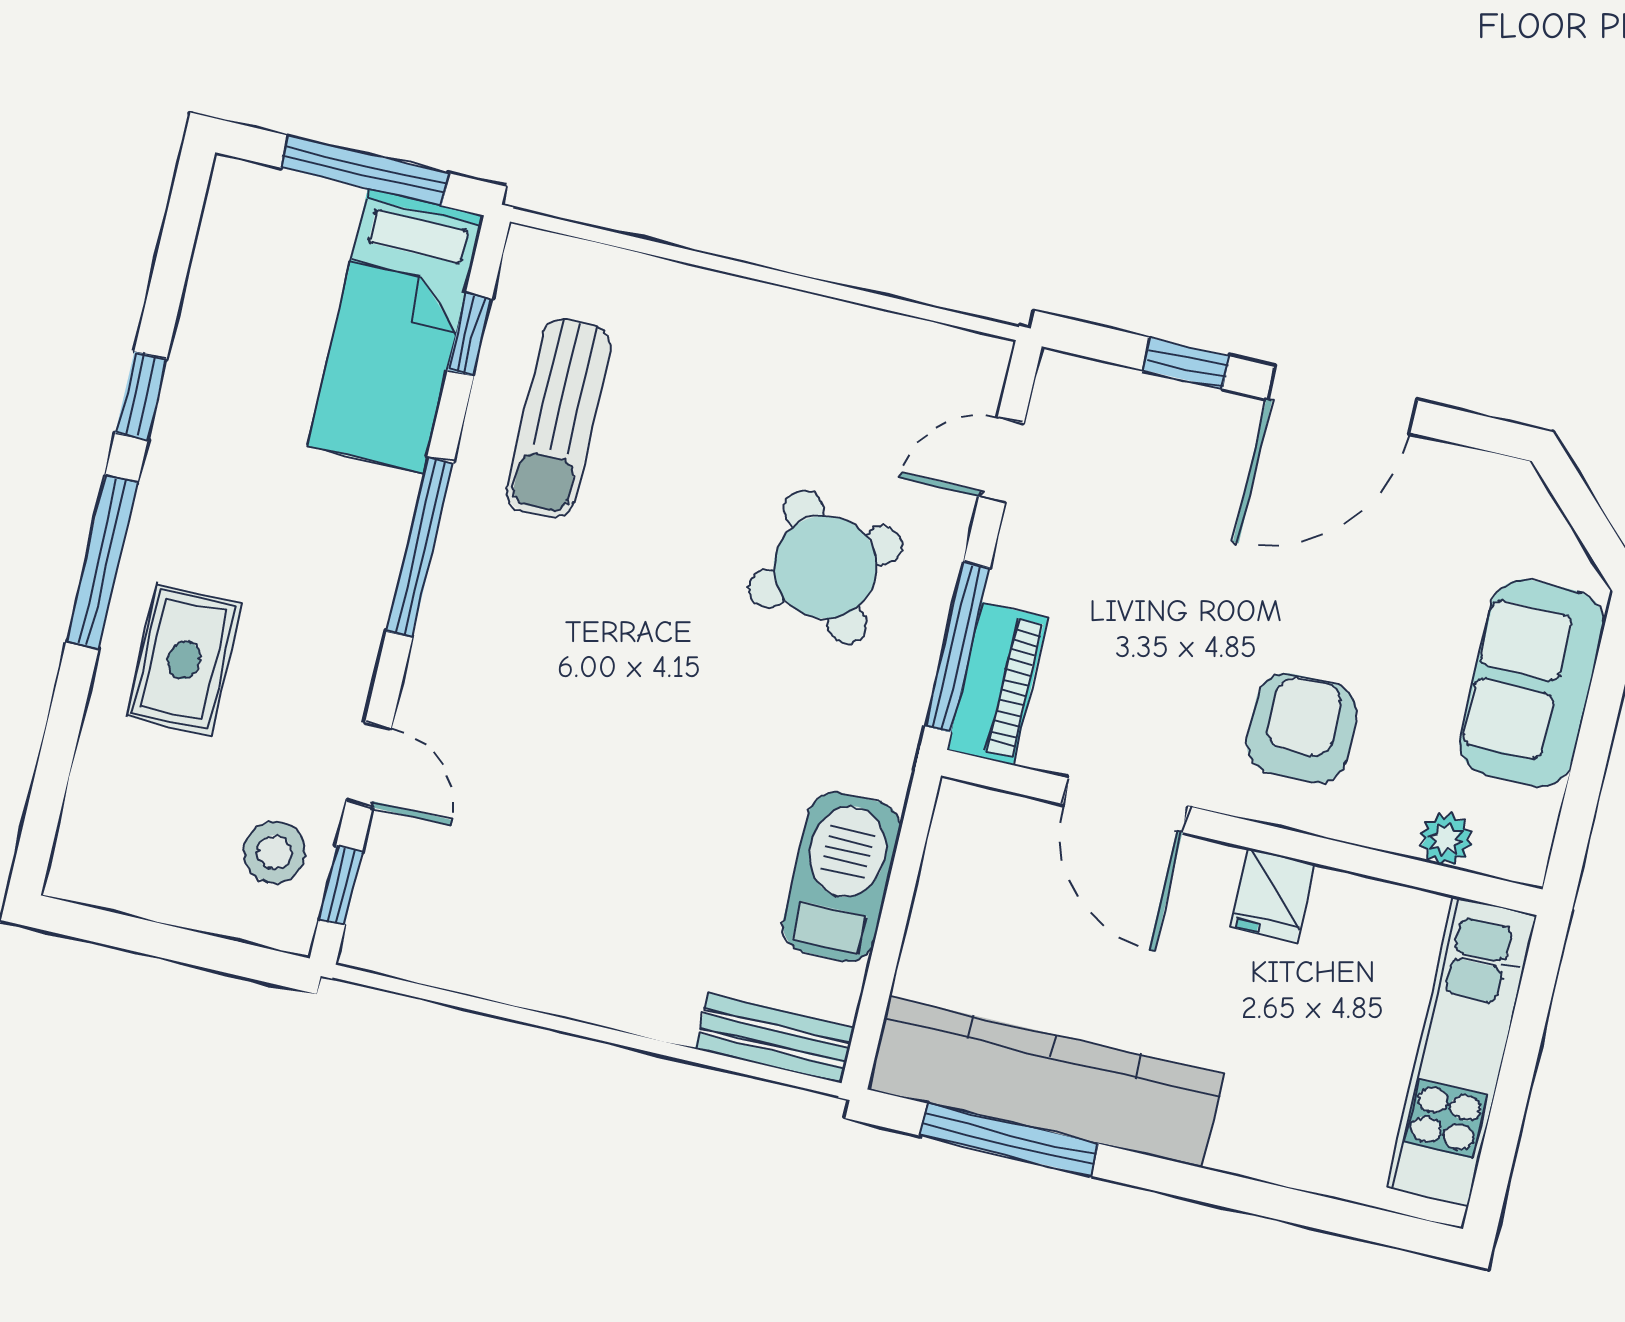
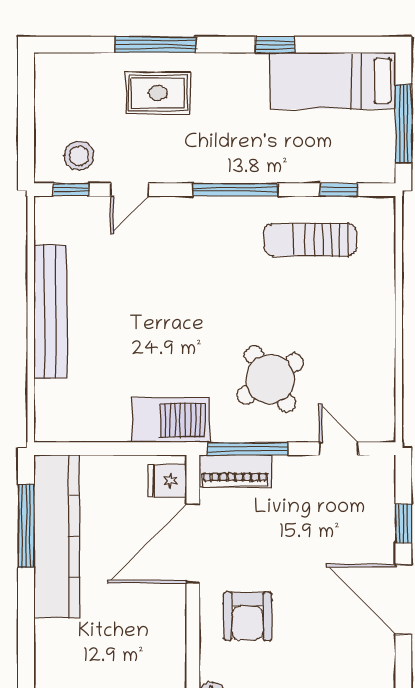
bed: (396, 331) -> (333, 81), moved
window: (102, 562) -> (156, 45), moved
armchair: (1302, 728) -> (247, 616), turned 90
door: (1126, 805) -> (193, 543), width x1.36
barbecue: (842, 877) -> (171, 420), moved
fridge: (1272, 895) -> (167, 481), moved
bench: (775, 1038) -> (50, 312), moved, width x1.86, depth x1.21

